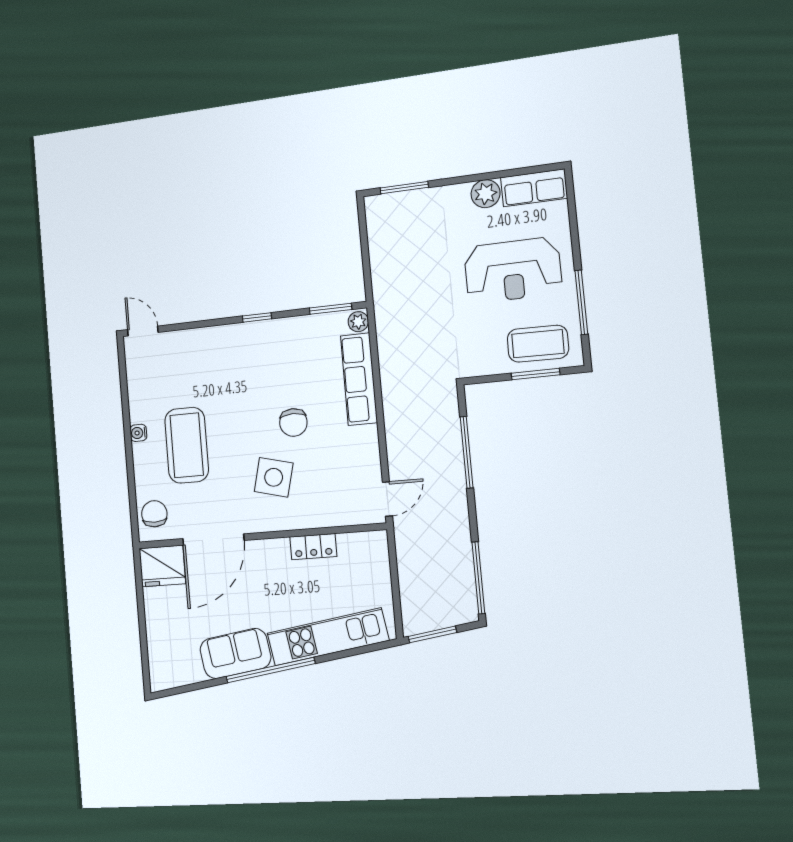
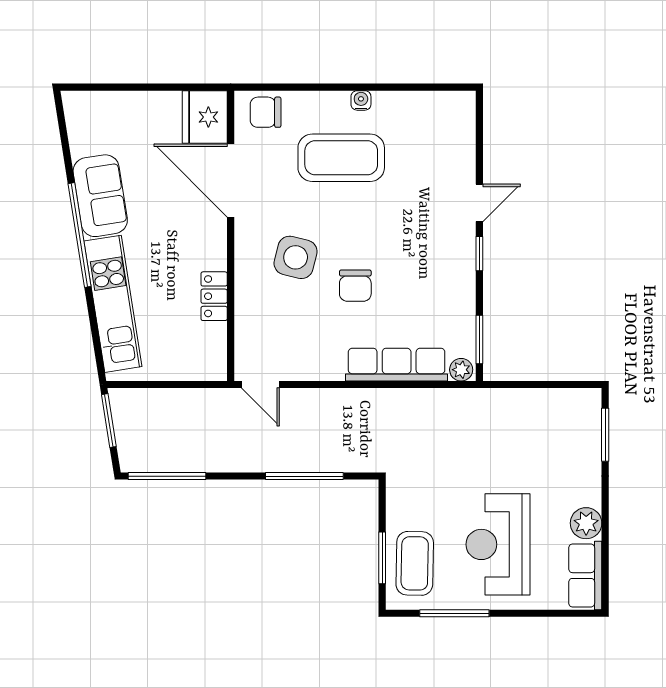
door: (143, 331) -> (479, 203), moved
chair: (293, 423) -> (355, 286), turned -90
chair: (154, 514) -> (266, 112), turned 180

